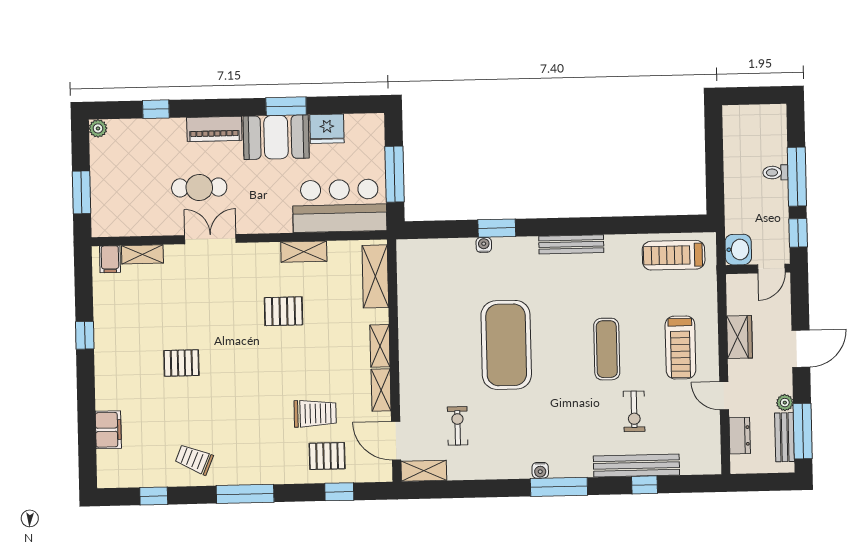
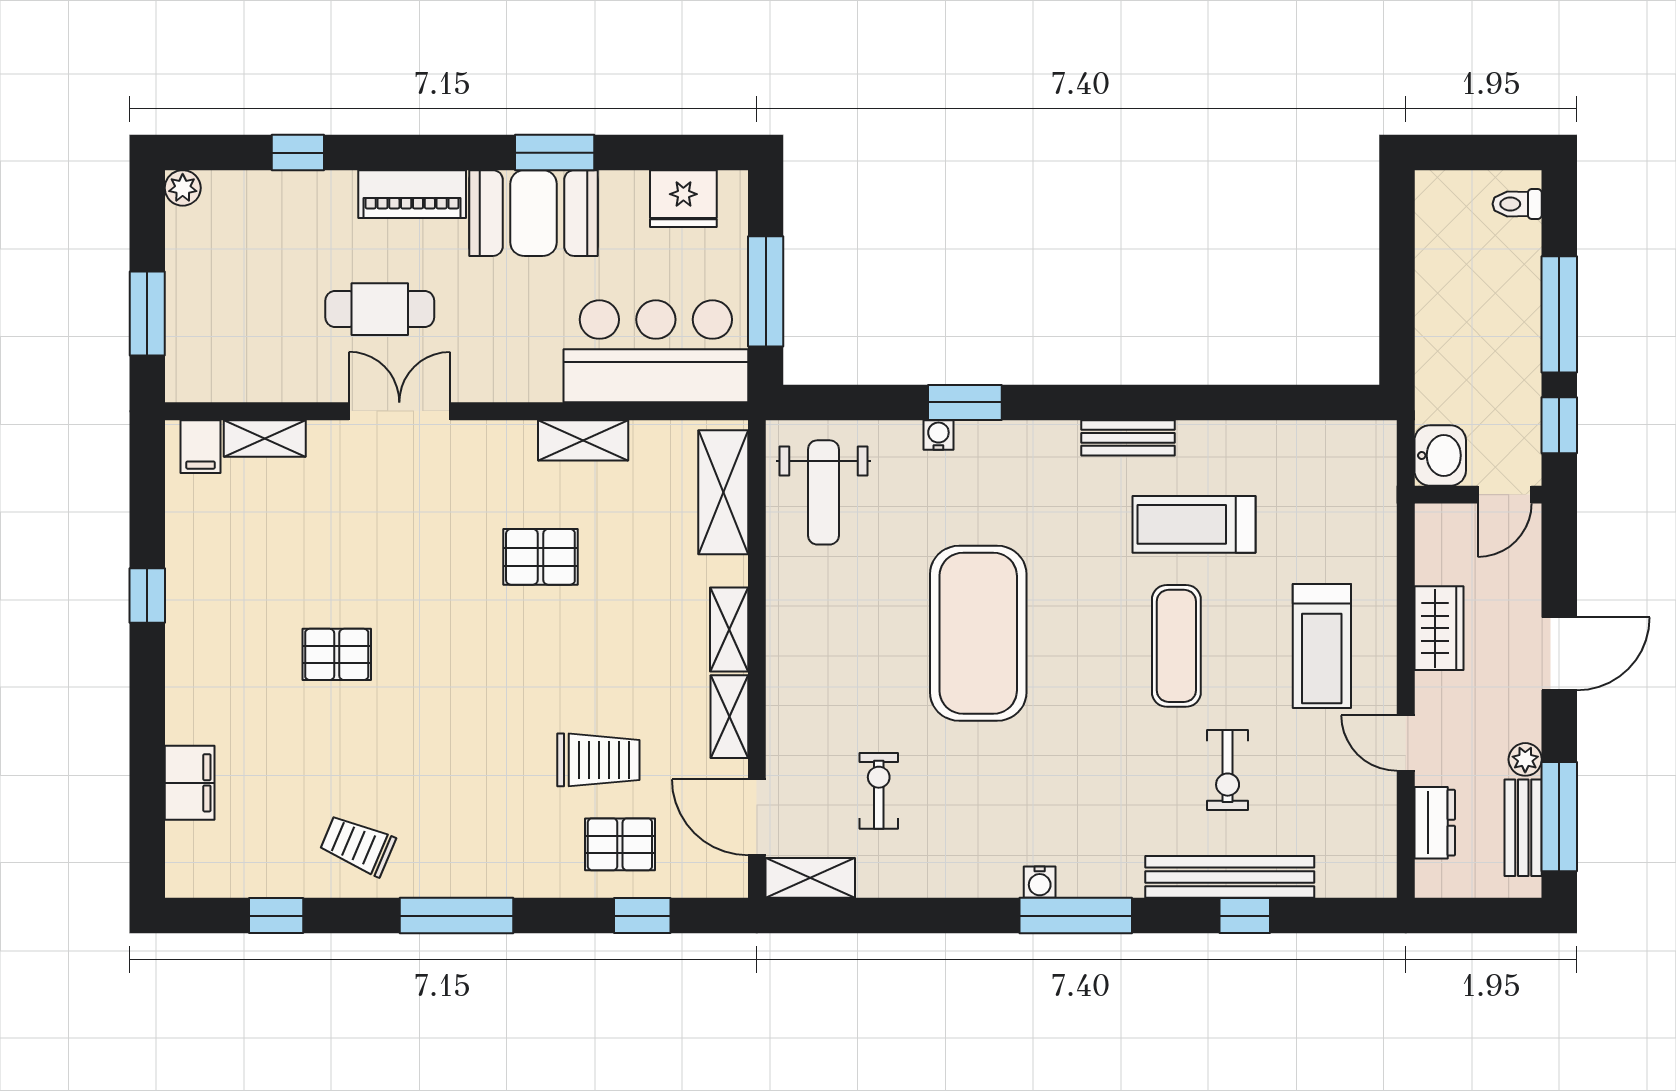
fridge: (327, 129) -> (683, 199), moved
toilet: (775, 172) -> (1517, 204), moved
bench: (571, 244) -> (1128, 438), width x0.73
treadmill: (674, 255) -> (1194, 524), moved
weight bench: (426, 275) -> (823, 492), added

